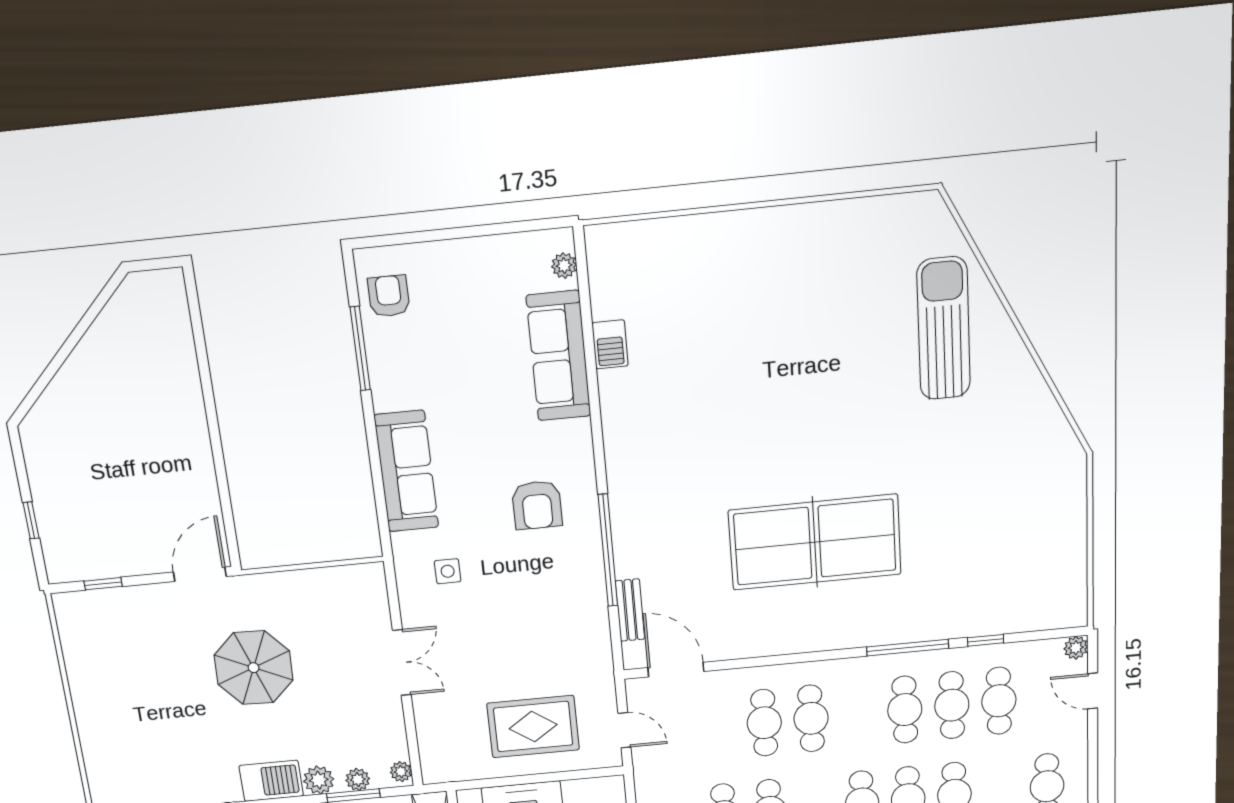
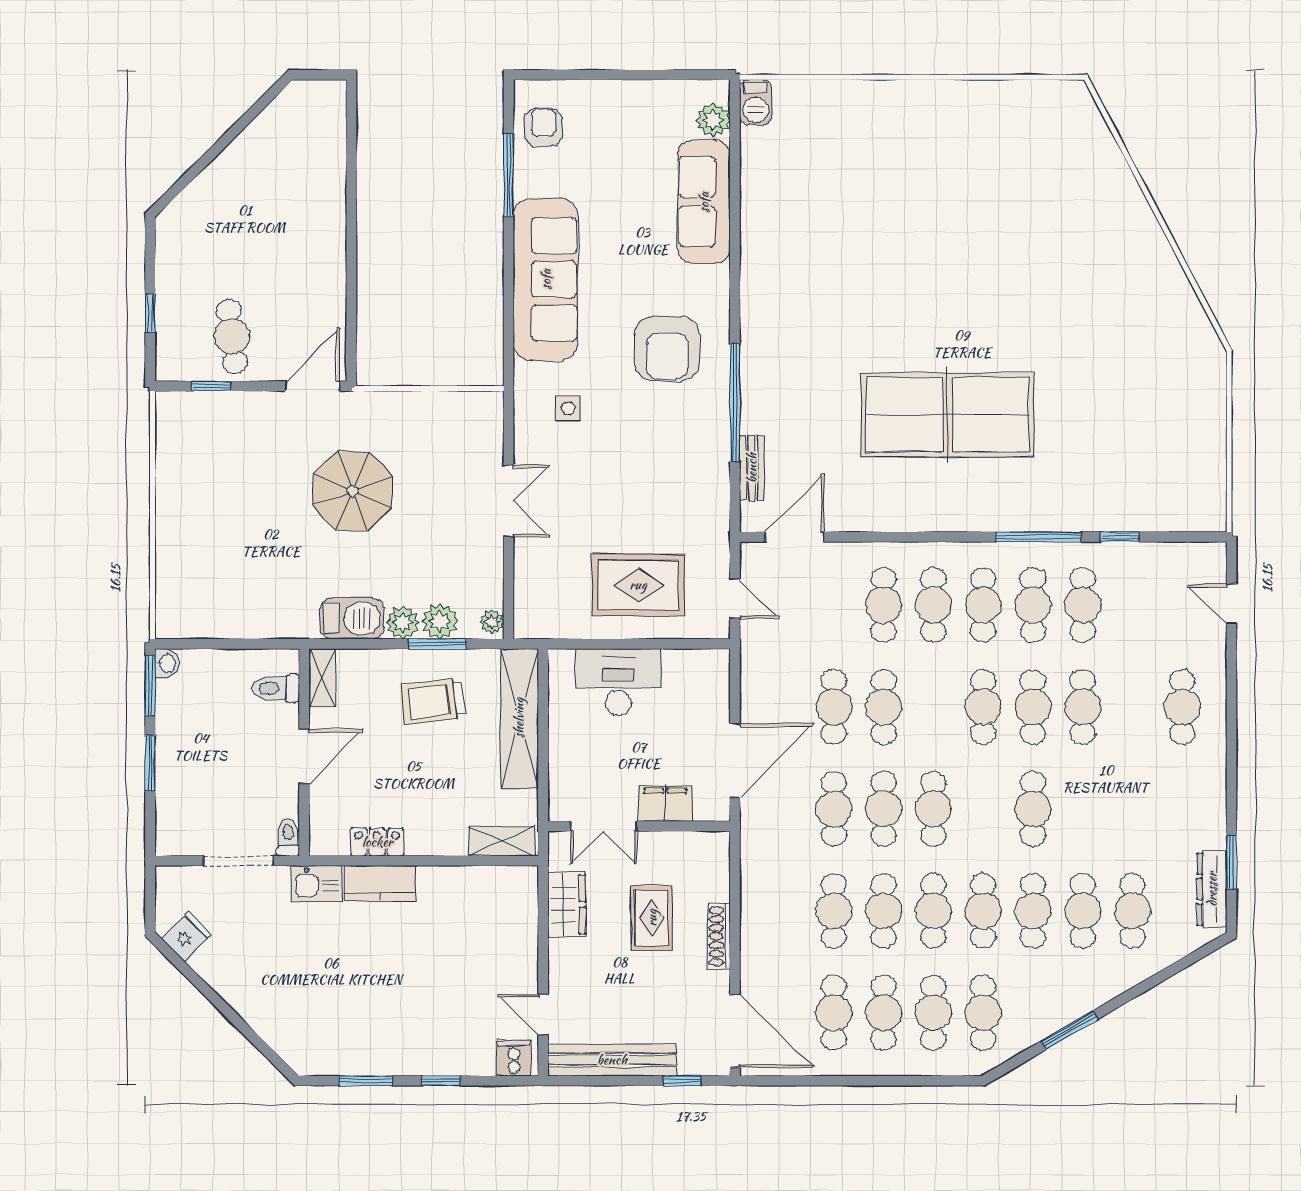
plant: (564, 266) -> (713, 120), width x1.38, depth x1.38
sun lounger: (944, 329) -> (1085, 212), removed
barbecue: (610, 344) -> (756, 102), moved
sofa: (406, 471) -> (546, 279), width x1.36, depth x1.27
armchair: (537, 505) -> (667, 348), width x1.36, depth x1.36
cafe table: (114, 535) -> (232, 336), added
plant: (1076, 648) -> (1214, 554), removed
door: (676, 670) -> (795, 537), hinge flipped
cafe table: (999, 701) -> (983, 605), moved
plant: (358, 780) -> (440, 621), width x1.38, depth x1.38

